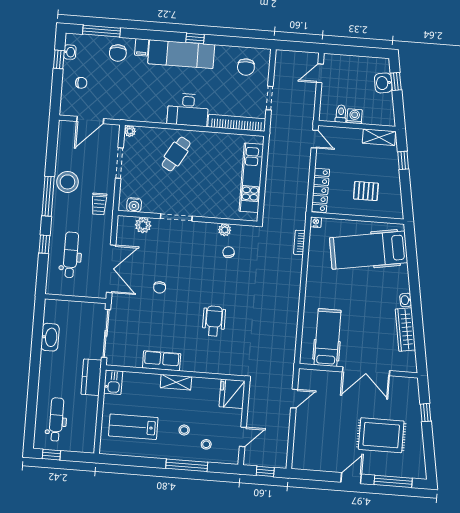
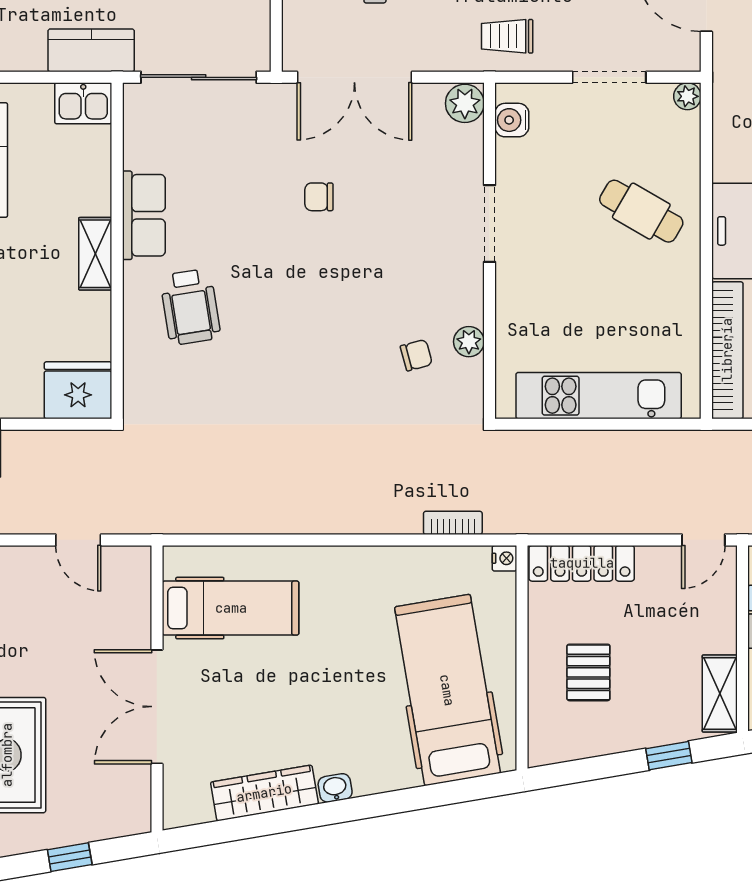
plant: (143, 225) -> (465, 103), moved
wheelchair: (214, 321) -> (190, 307), moved, turned 81

